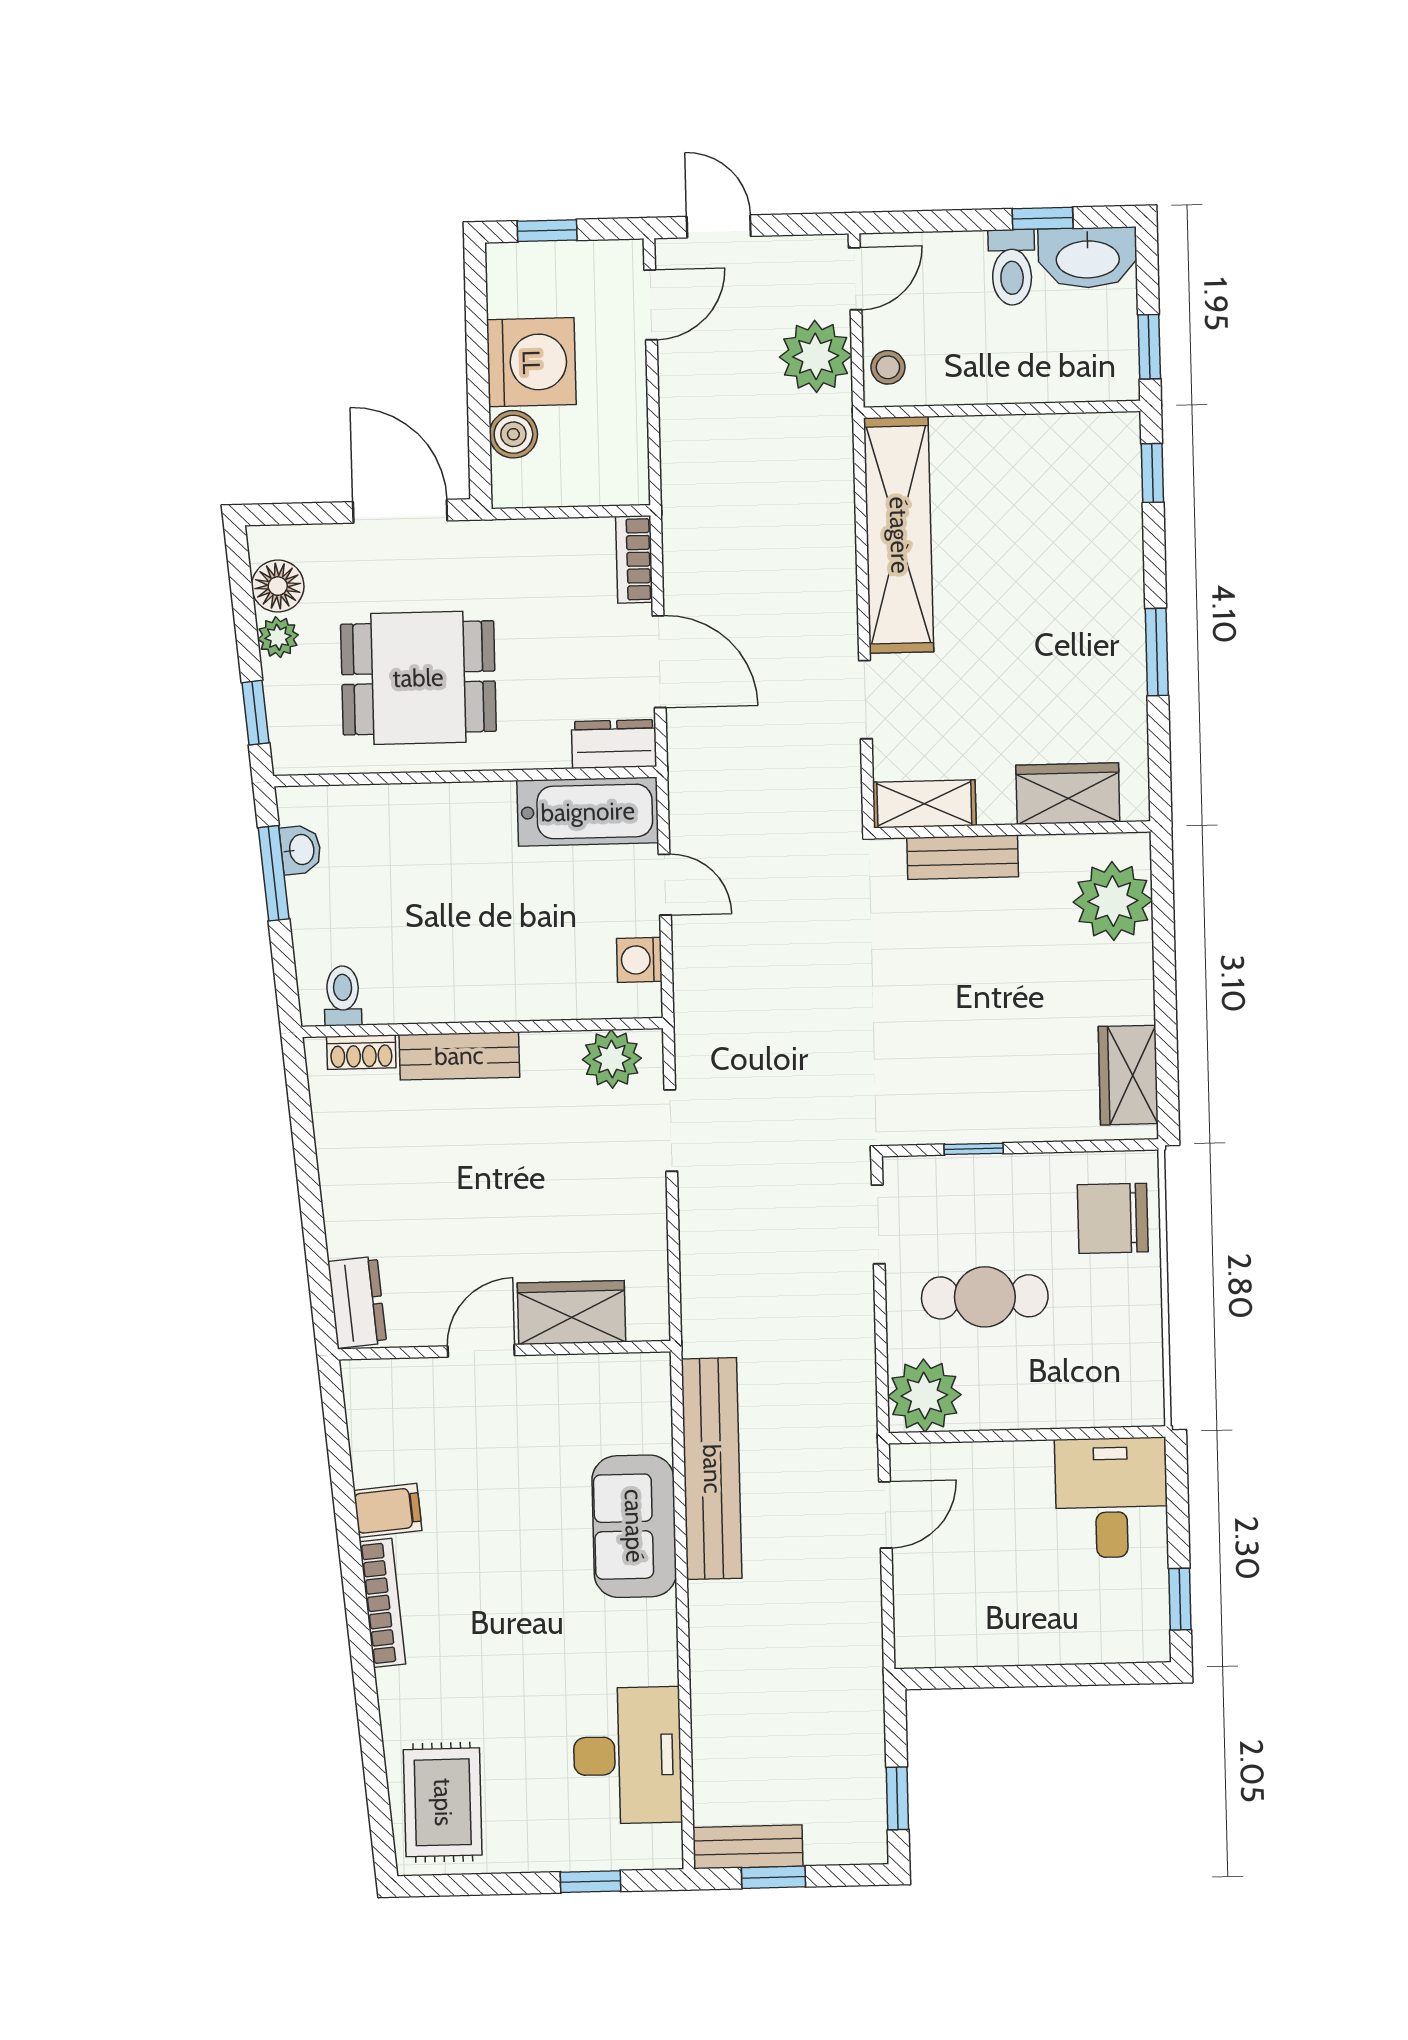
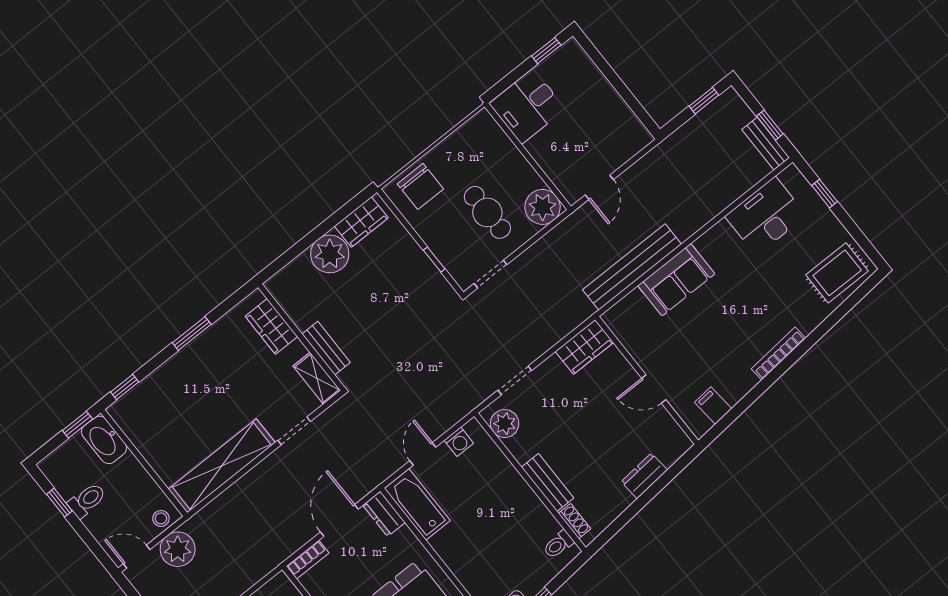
washbasin: (1088, 258) -> (104, 440), moved, turned 180
plant: (1113, 901) -> (330, 254), moved
dresser: (357, 1302) -> (644, 476), moved
wardrobe: (571, 1313) -> (584, 347), moved, turned -90
filing cabinet: (388, 1510) -> (713, 406), moved
door: (885, 1515) -> (599, 187), swing flipped

